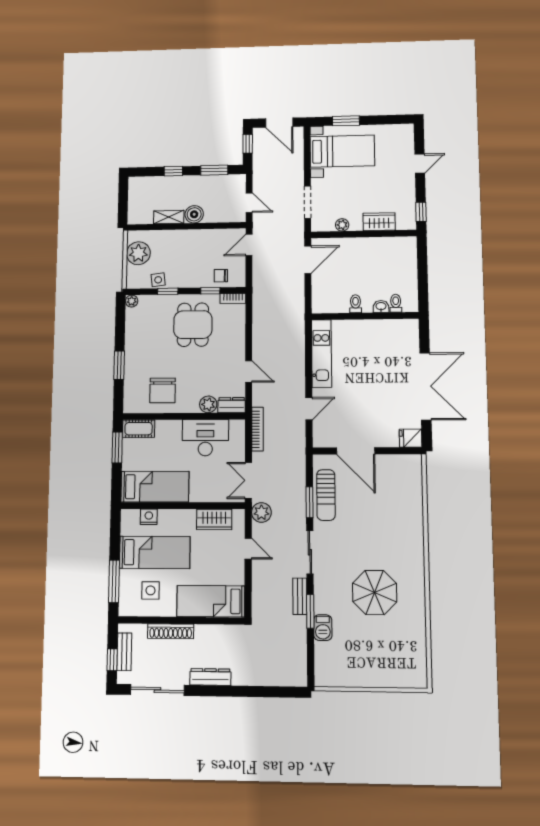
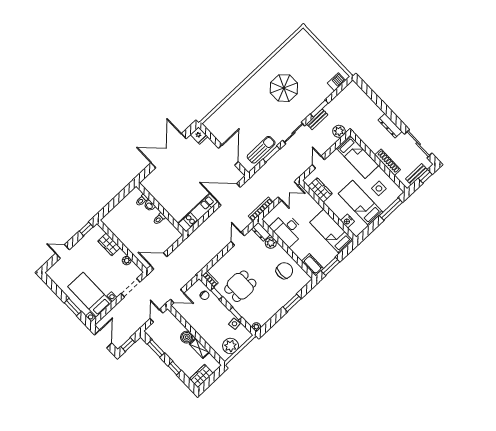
wardrobe: (137, 192) -> (201, 376), added
door: (309, 409) -> (229, 194), width x1.87
plant: (261, 512) -> (339, 131), moved
barbecue: (323, 628) -> (336, 82), moved

